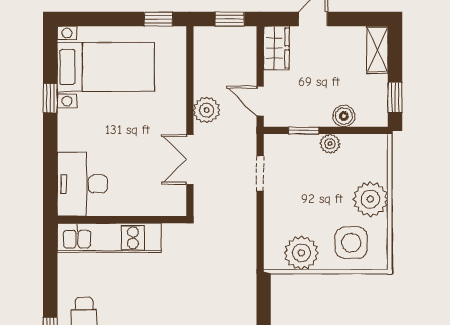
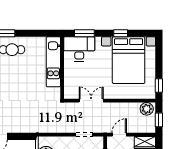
bed with nightstands: (106, 67) -> (129, 60), width x1.36
plant: (207, 110) -> (147, 109), moved
window: (50, 174) -> (84, 33), added

